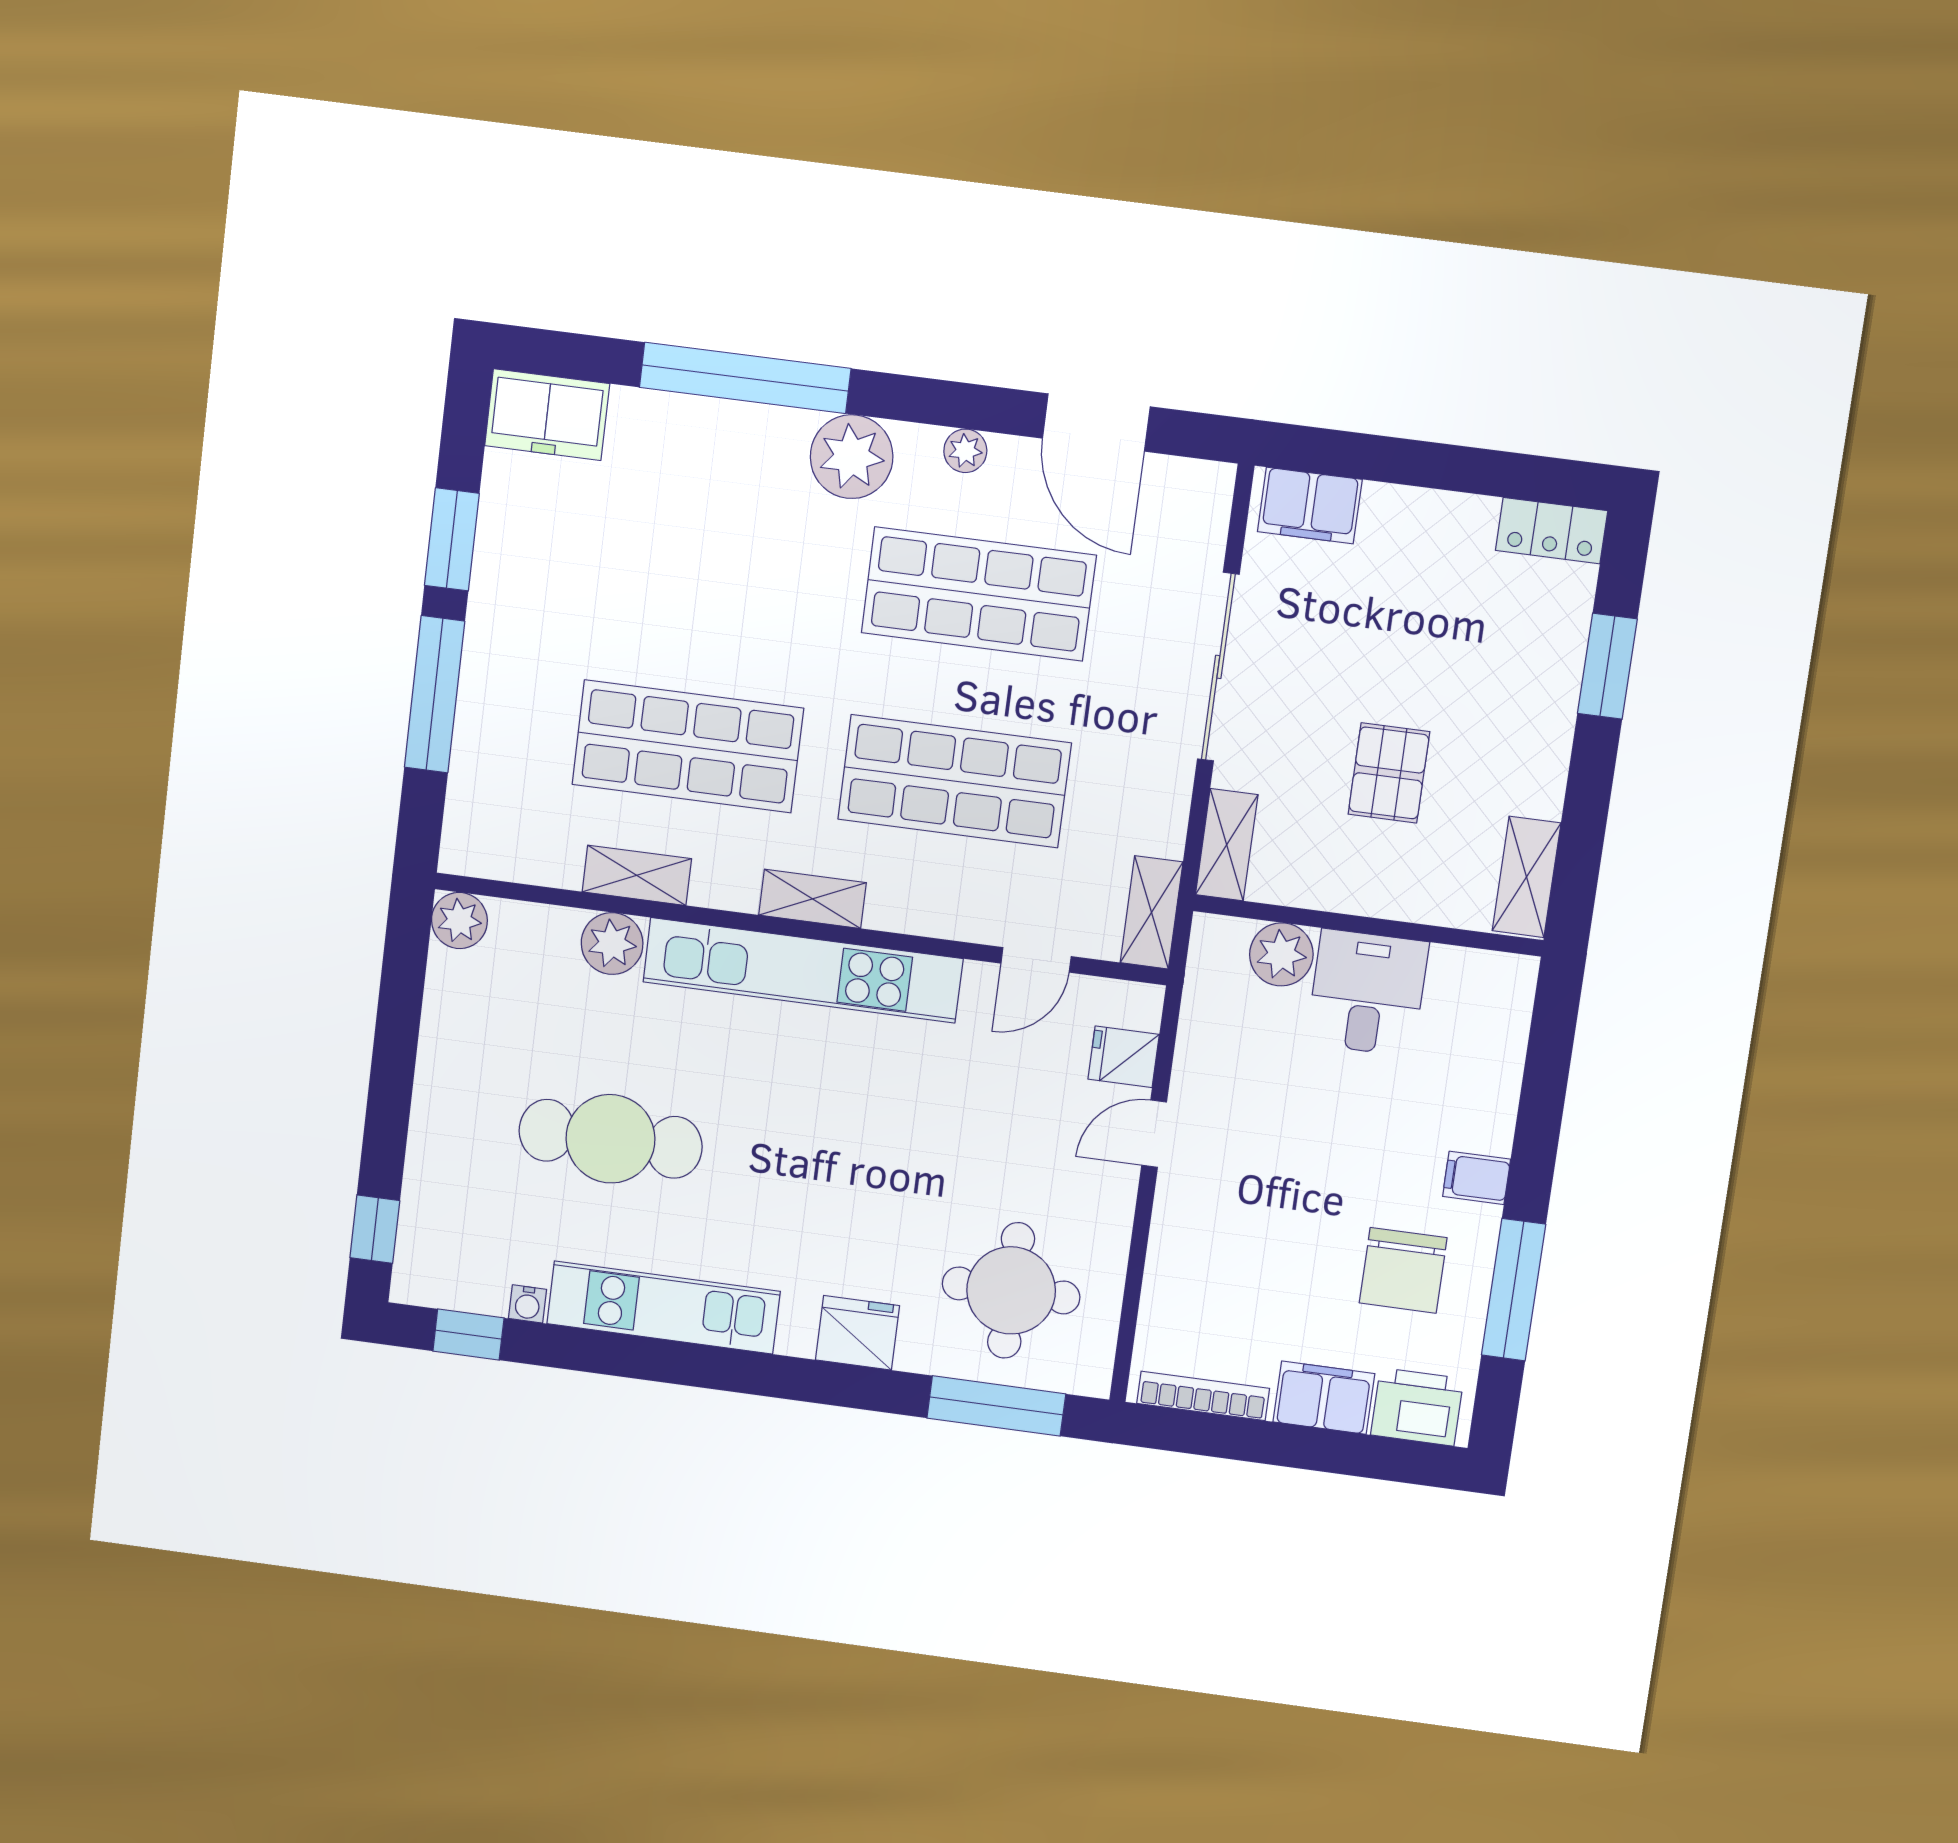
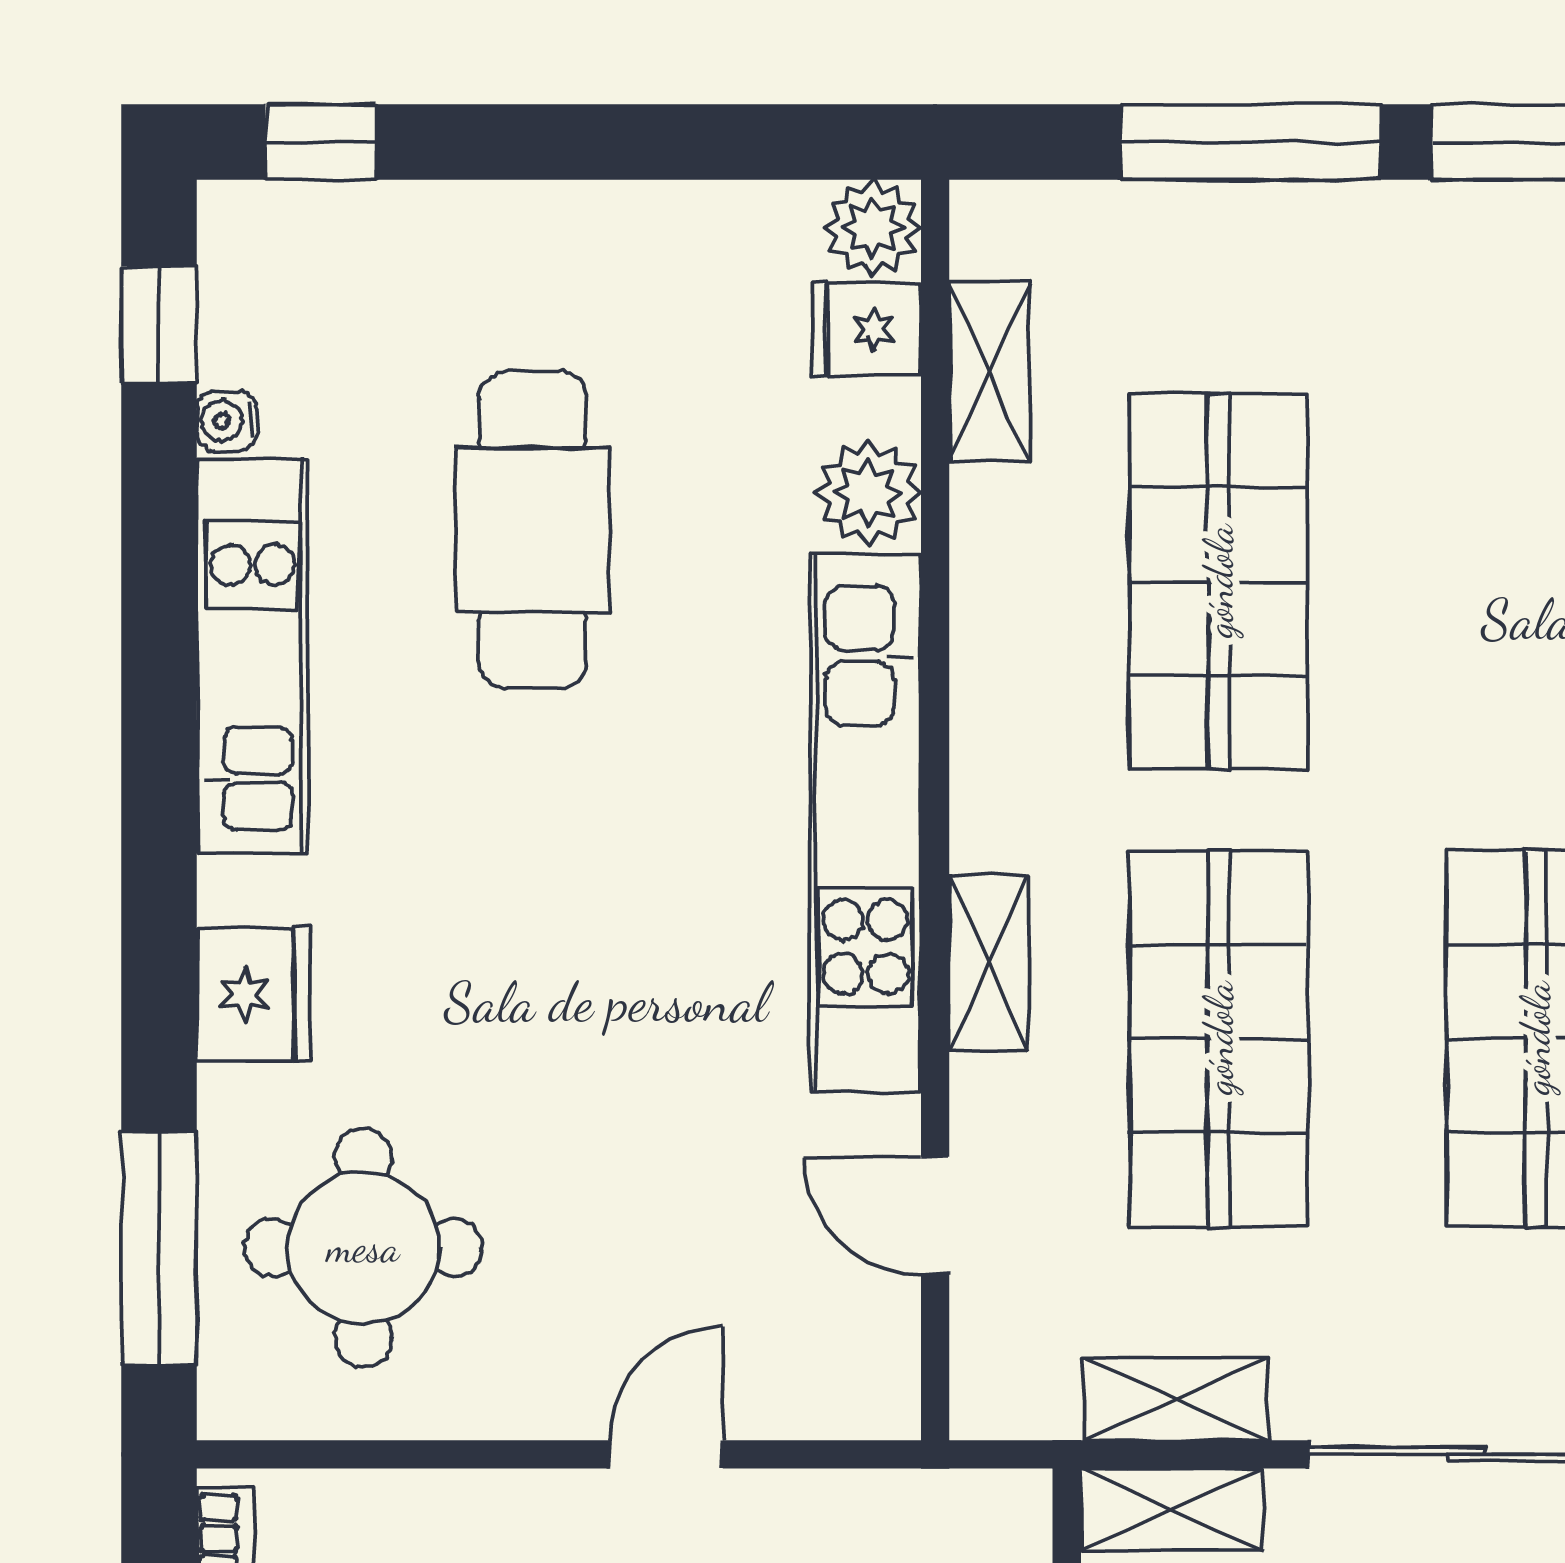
shelving: (637, 875) -> (990, 372), moved
shelving: (813, 899) -> (989, 964), moved
shelving: (1152, 912) -> (1176, 1399), moved
fridge: (1124, 1057) -> (866, 330), moved, turned -90
door: (1154, 1134) -> (666, 1454), hinge flipped

